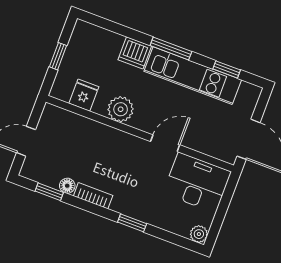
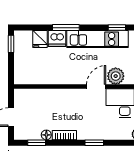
window: (171, 49) -> (66, 28), moved
window: (58, 56) -> (11, 44), moved
fridge: (84, 95) -> (40, 39), moved, turned 180
plant: (121, 109) -> (116, 76), moved

